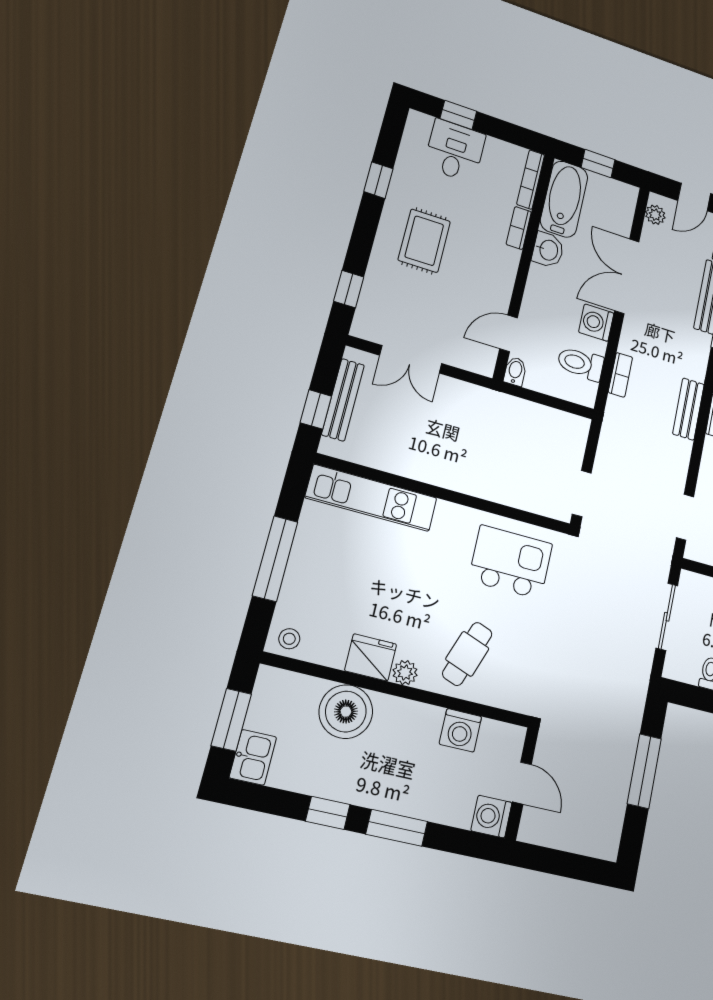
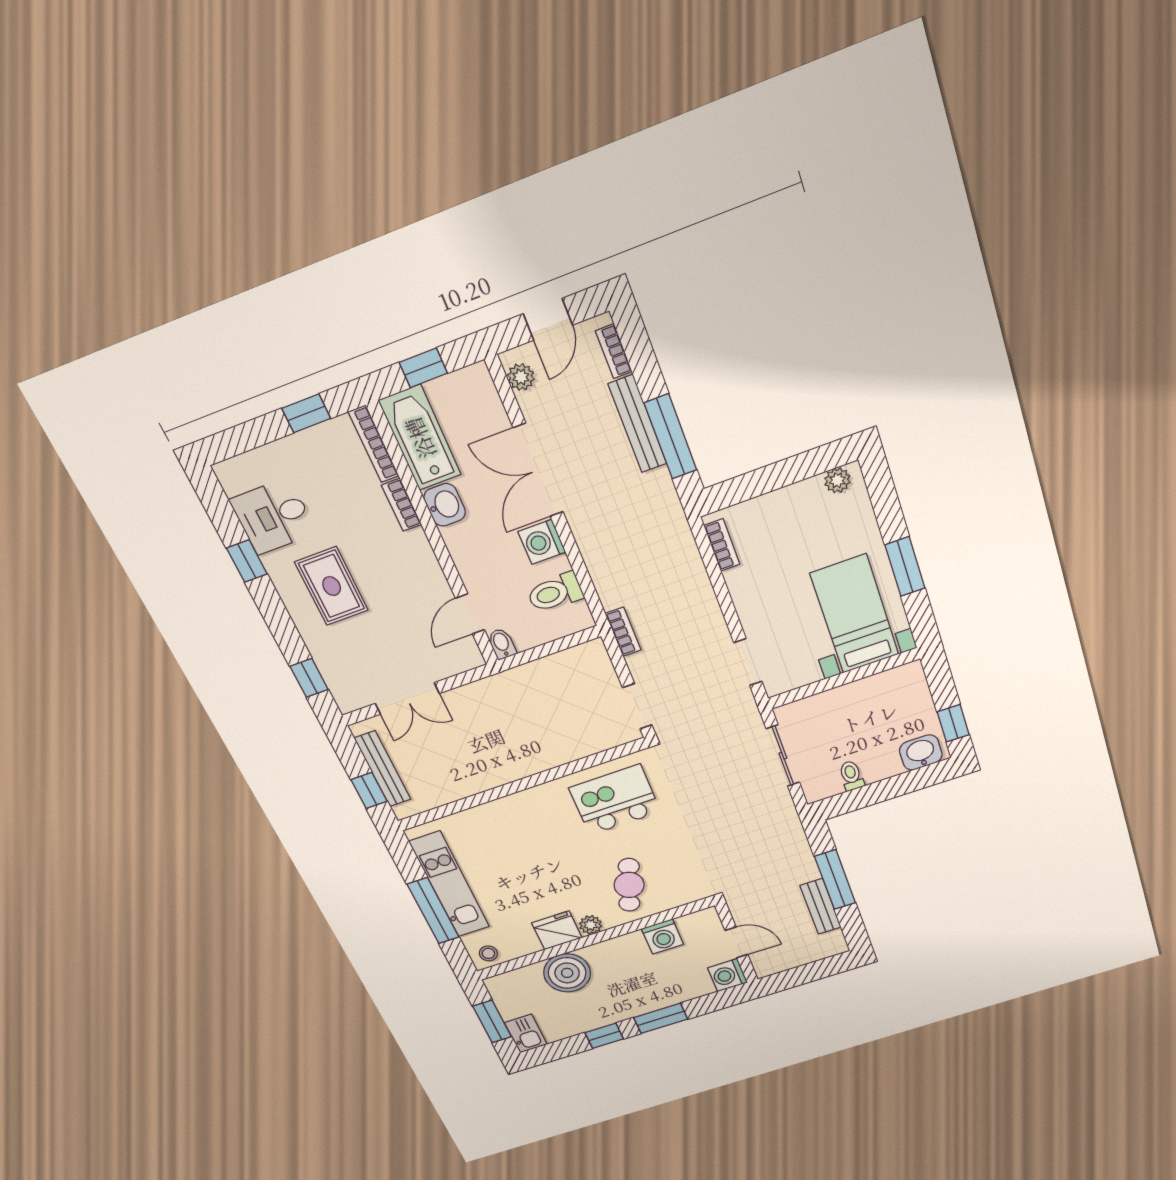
window: (458, 115) -> (306, 413), moved
desk: (455, 151) -> (273, 516), moved, turned -90
bookcase: (620, 375) -> (623, 632), moved
bench: (688, 409) -> (821, 906), moved
kitchen unit: (371, 498) -> (450, 884), moved, turned -90

